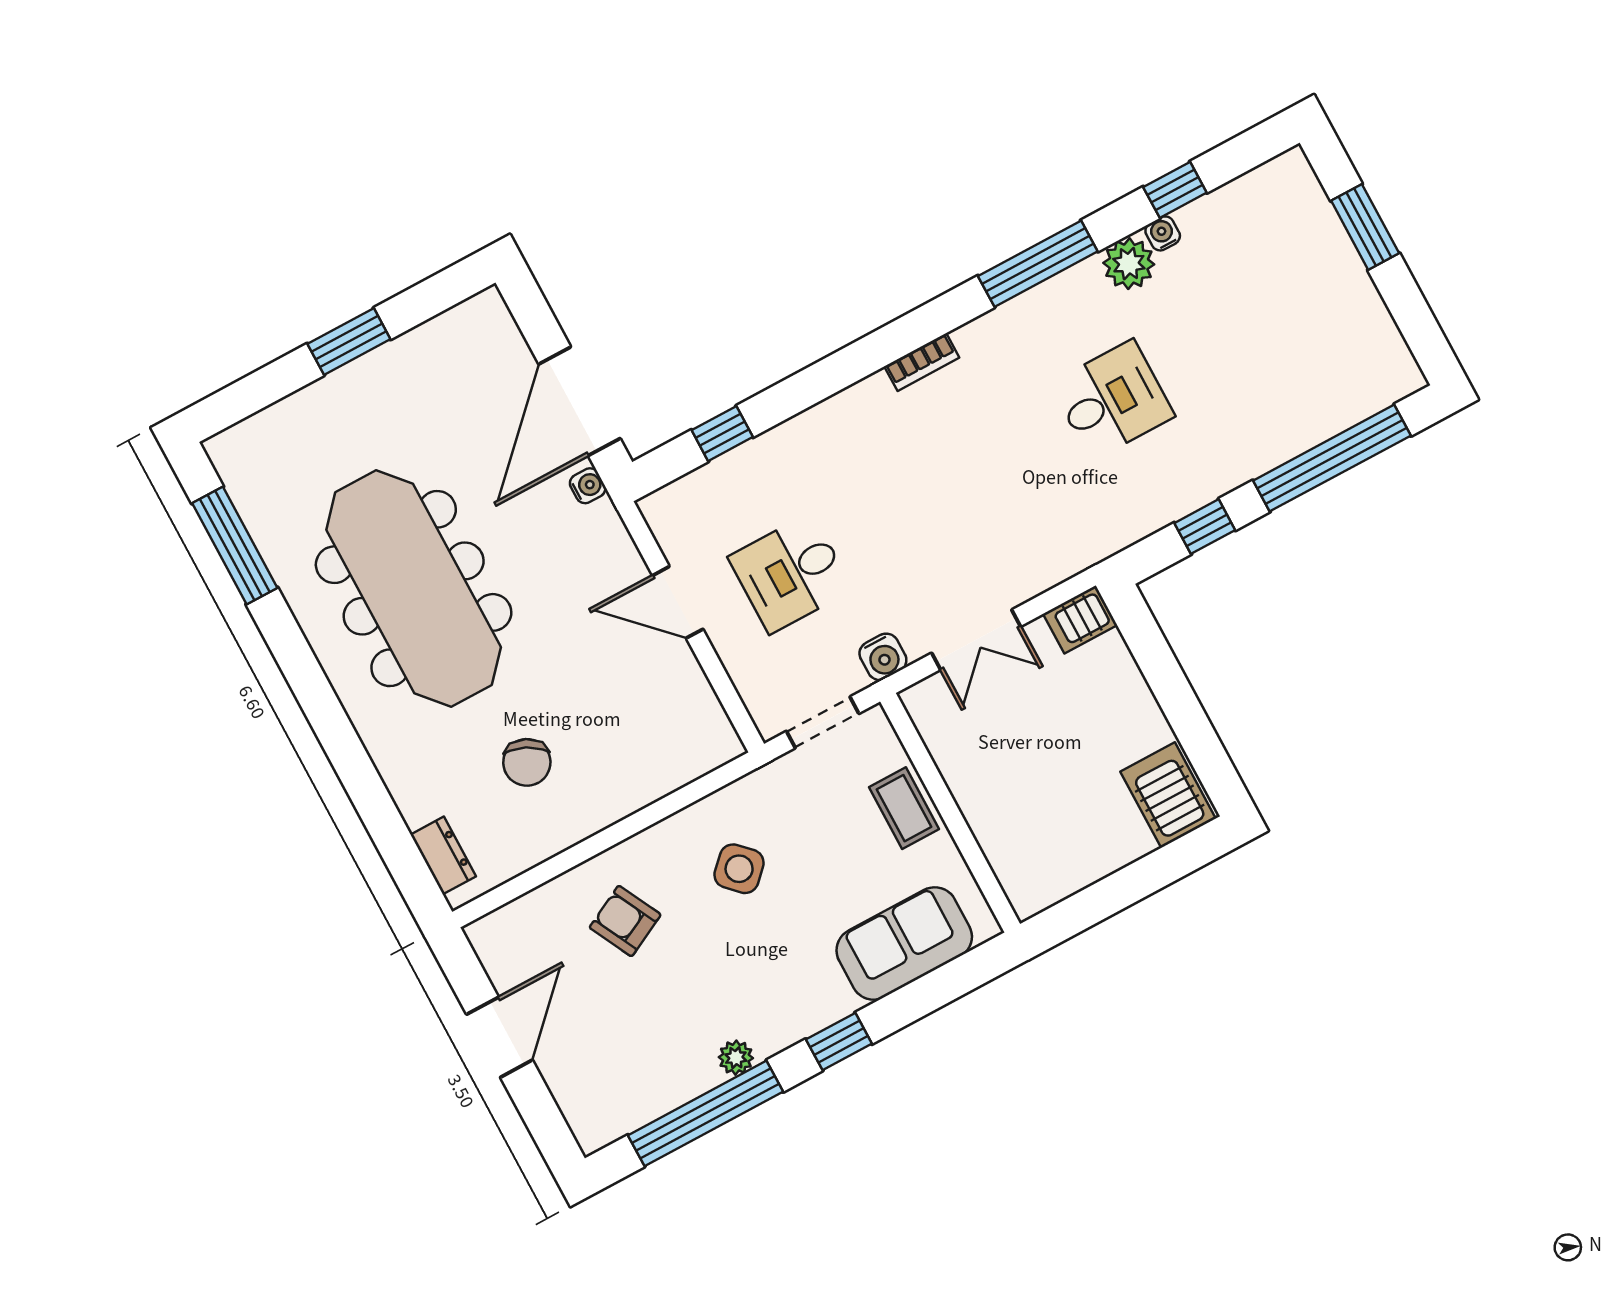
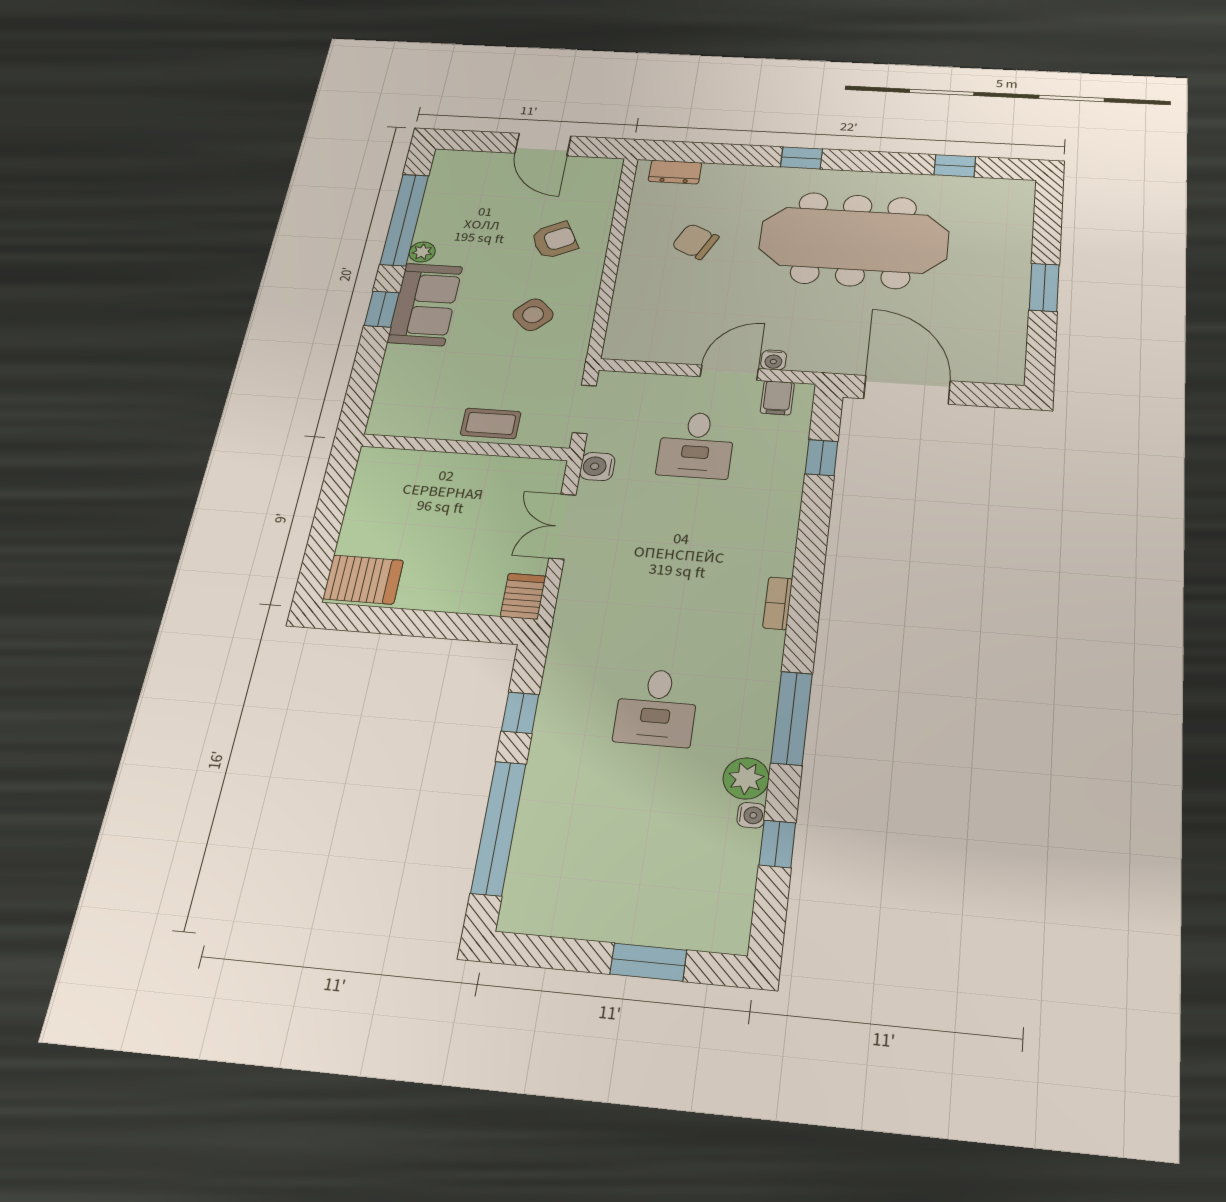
water cooler: (588, 486) -> (774, 360), moved
filing cabinet: (677, 530) -> (777, 398), added
window: (235, 545) -> (955, 166), width x0.46
desk: (790, 573) -> (696, 445), turned 180
window: (332, 726) -> (801, 158), added
sofa: (904, 944) -> (425, 304), moved

